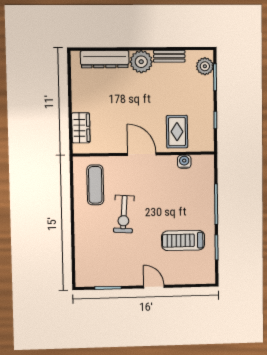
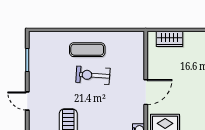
exercise mat: (95, 185) -> (87, 50), moved
door: (154, 287) -> (27, 101), swing flipped

